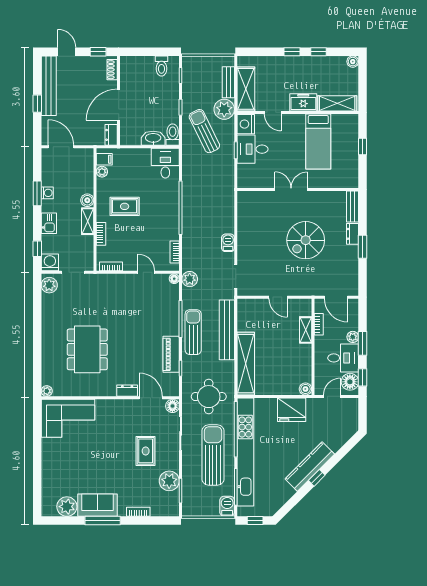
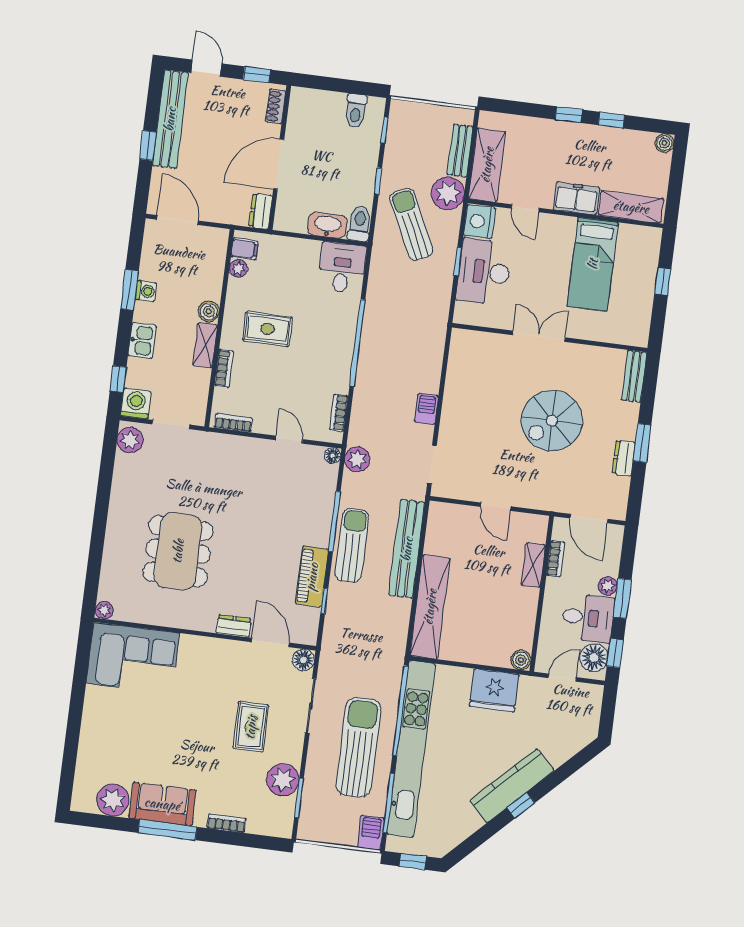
desk: (252, 149) -> (484, 272), width x1.37
dresser: (353, 234) -> (624, 458), moved
round table: (209, 397) -> (364, 652), removed

